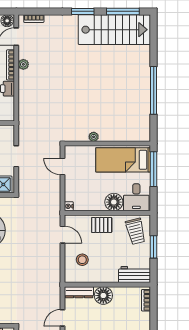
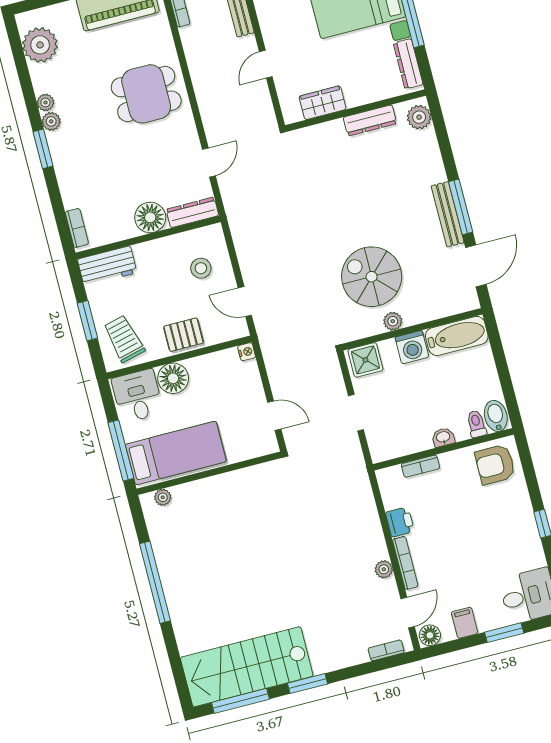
plant: (94, 137) -> (163, 497), moved

